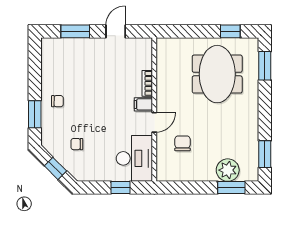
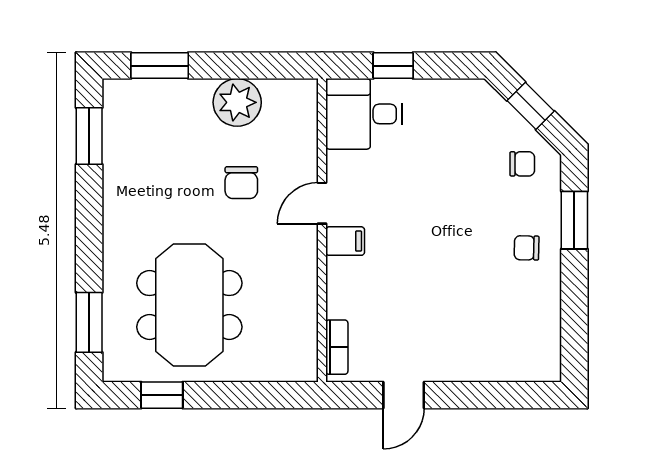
window: (75, 31) -> (489, 395), removed
bookcase: (147, 83) -> (337, 347), moved
chair: (182, 143) -> (241, 183), moved
chair: (77, 144) -> (522, 164), moved
desk: (134, 158) -> (364, 114), width x0.73
plant: (228, 170) -> (237, 102), moved

